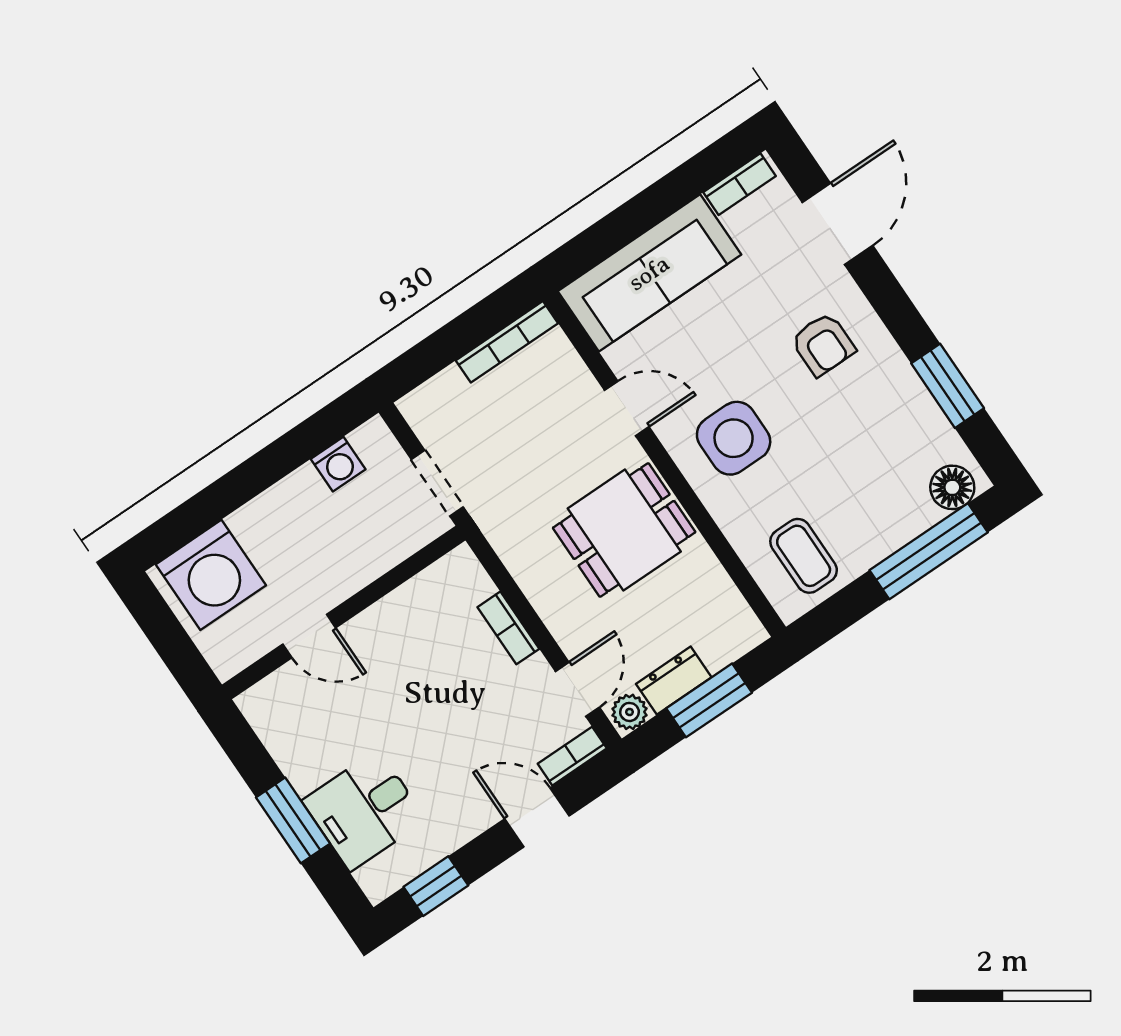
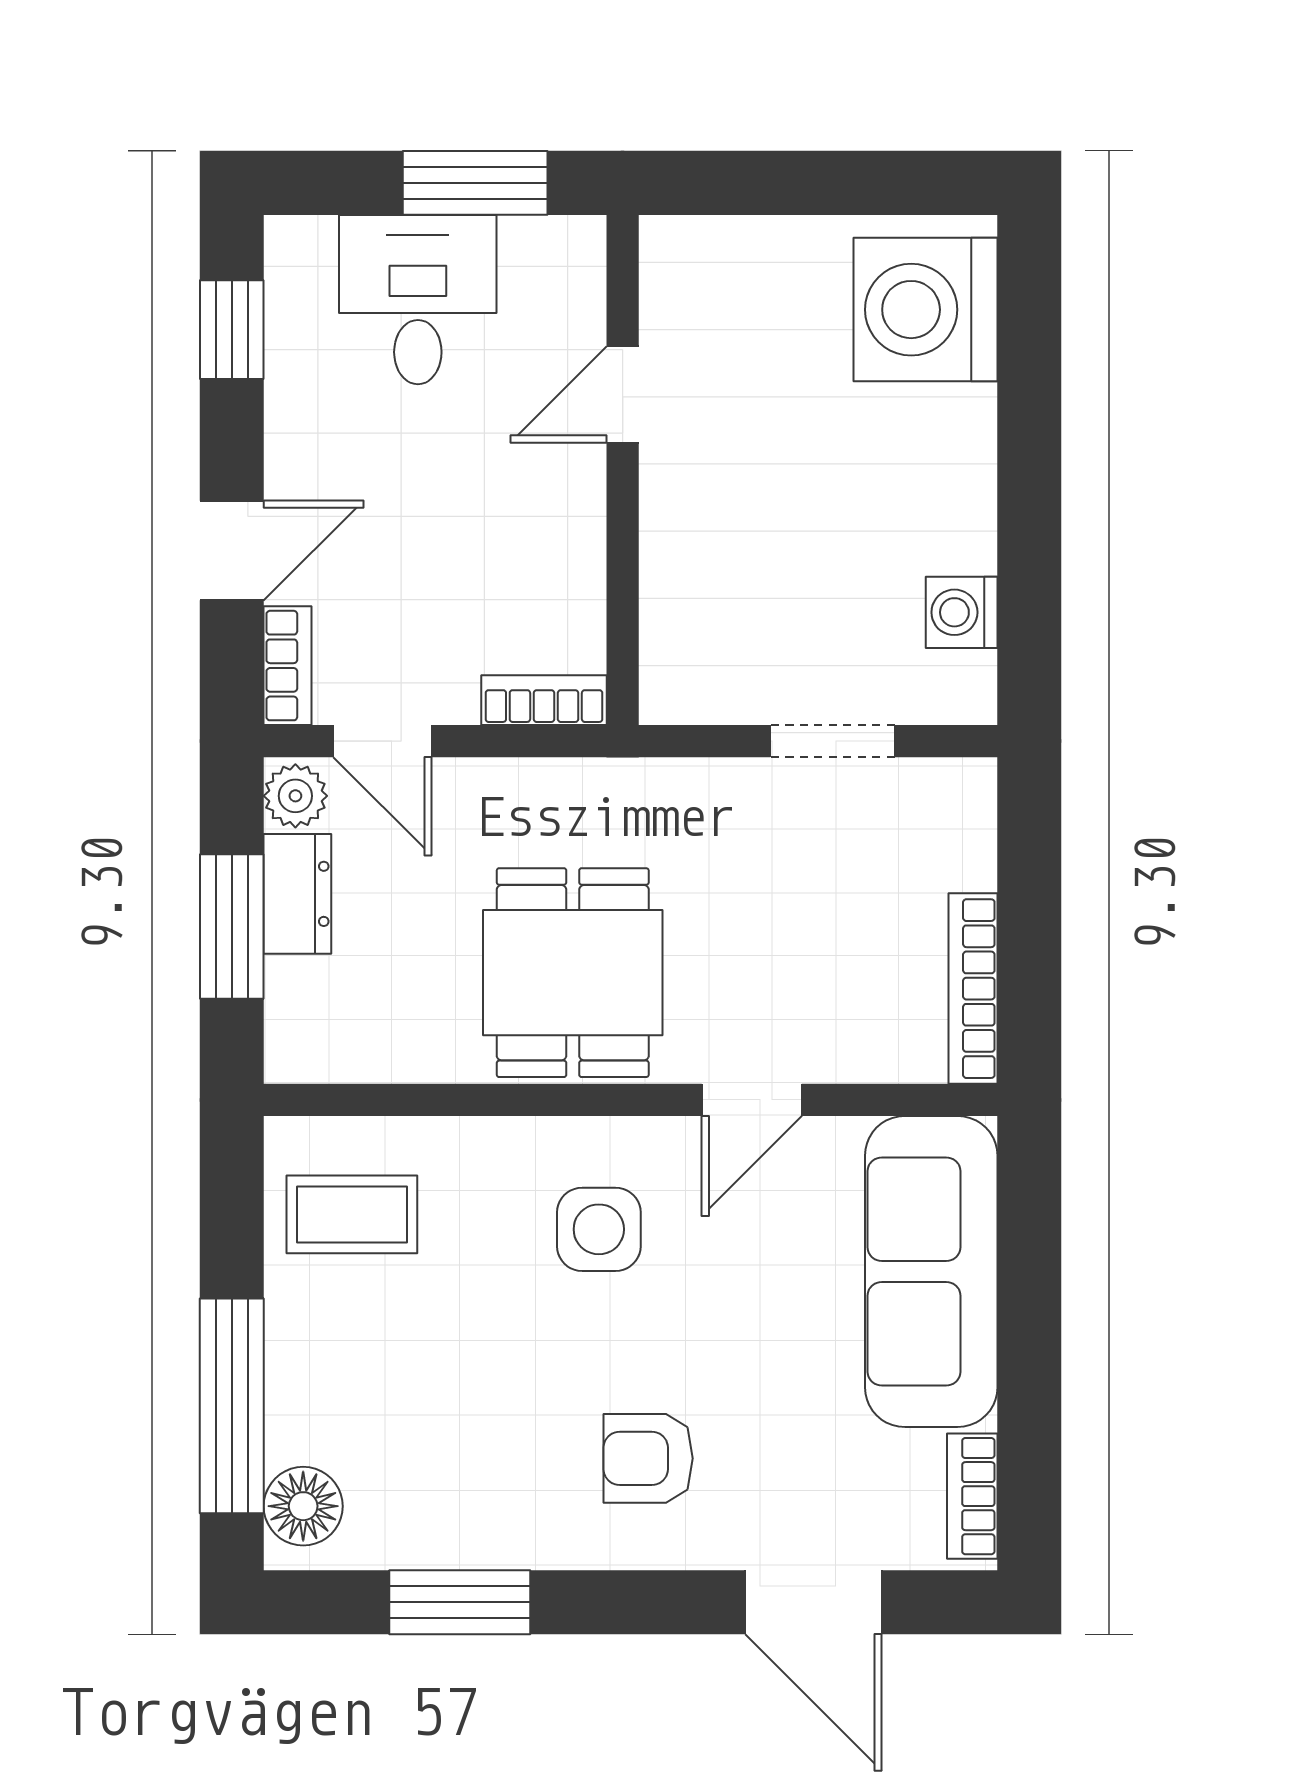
side table: (734, 438) -> (599, 1229), width x0.73, depth x0.73
wall: (344, 612) -> (623, 470), moved
door: (309, 636) -> (623, 394), moved

